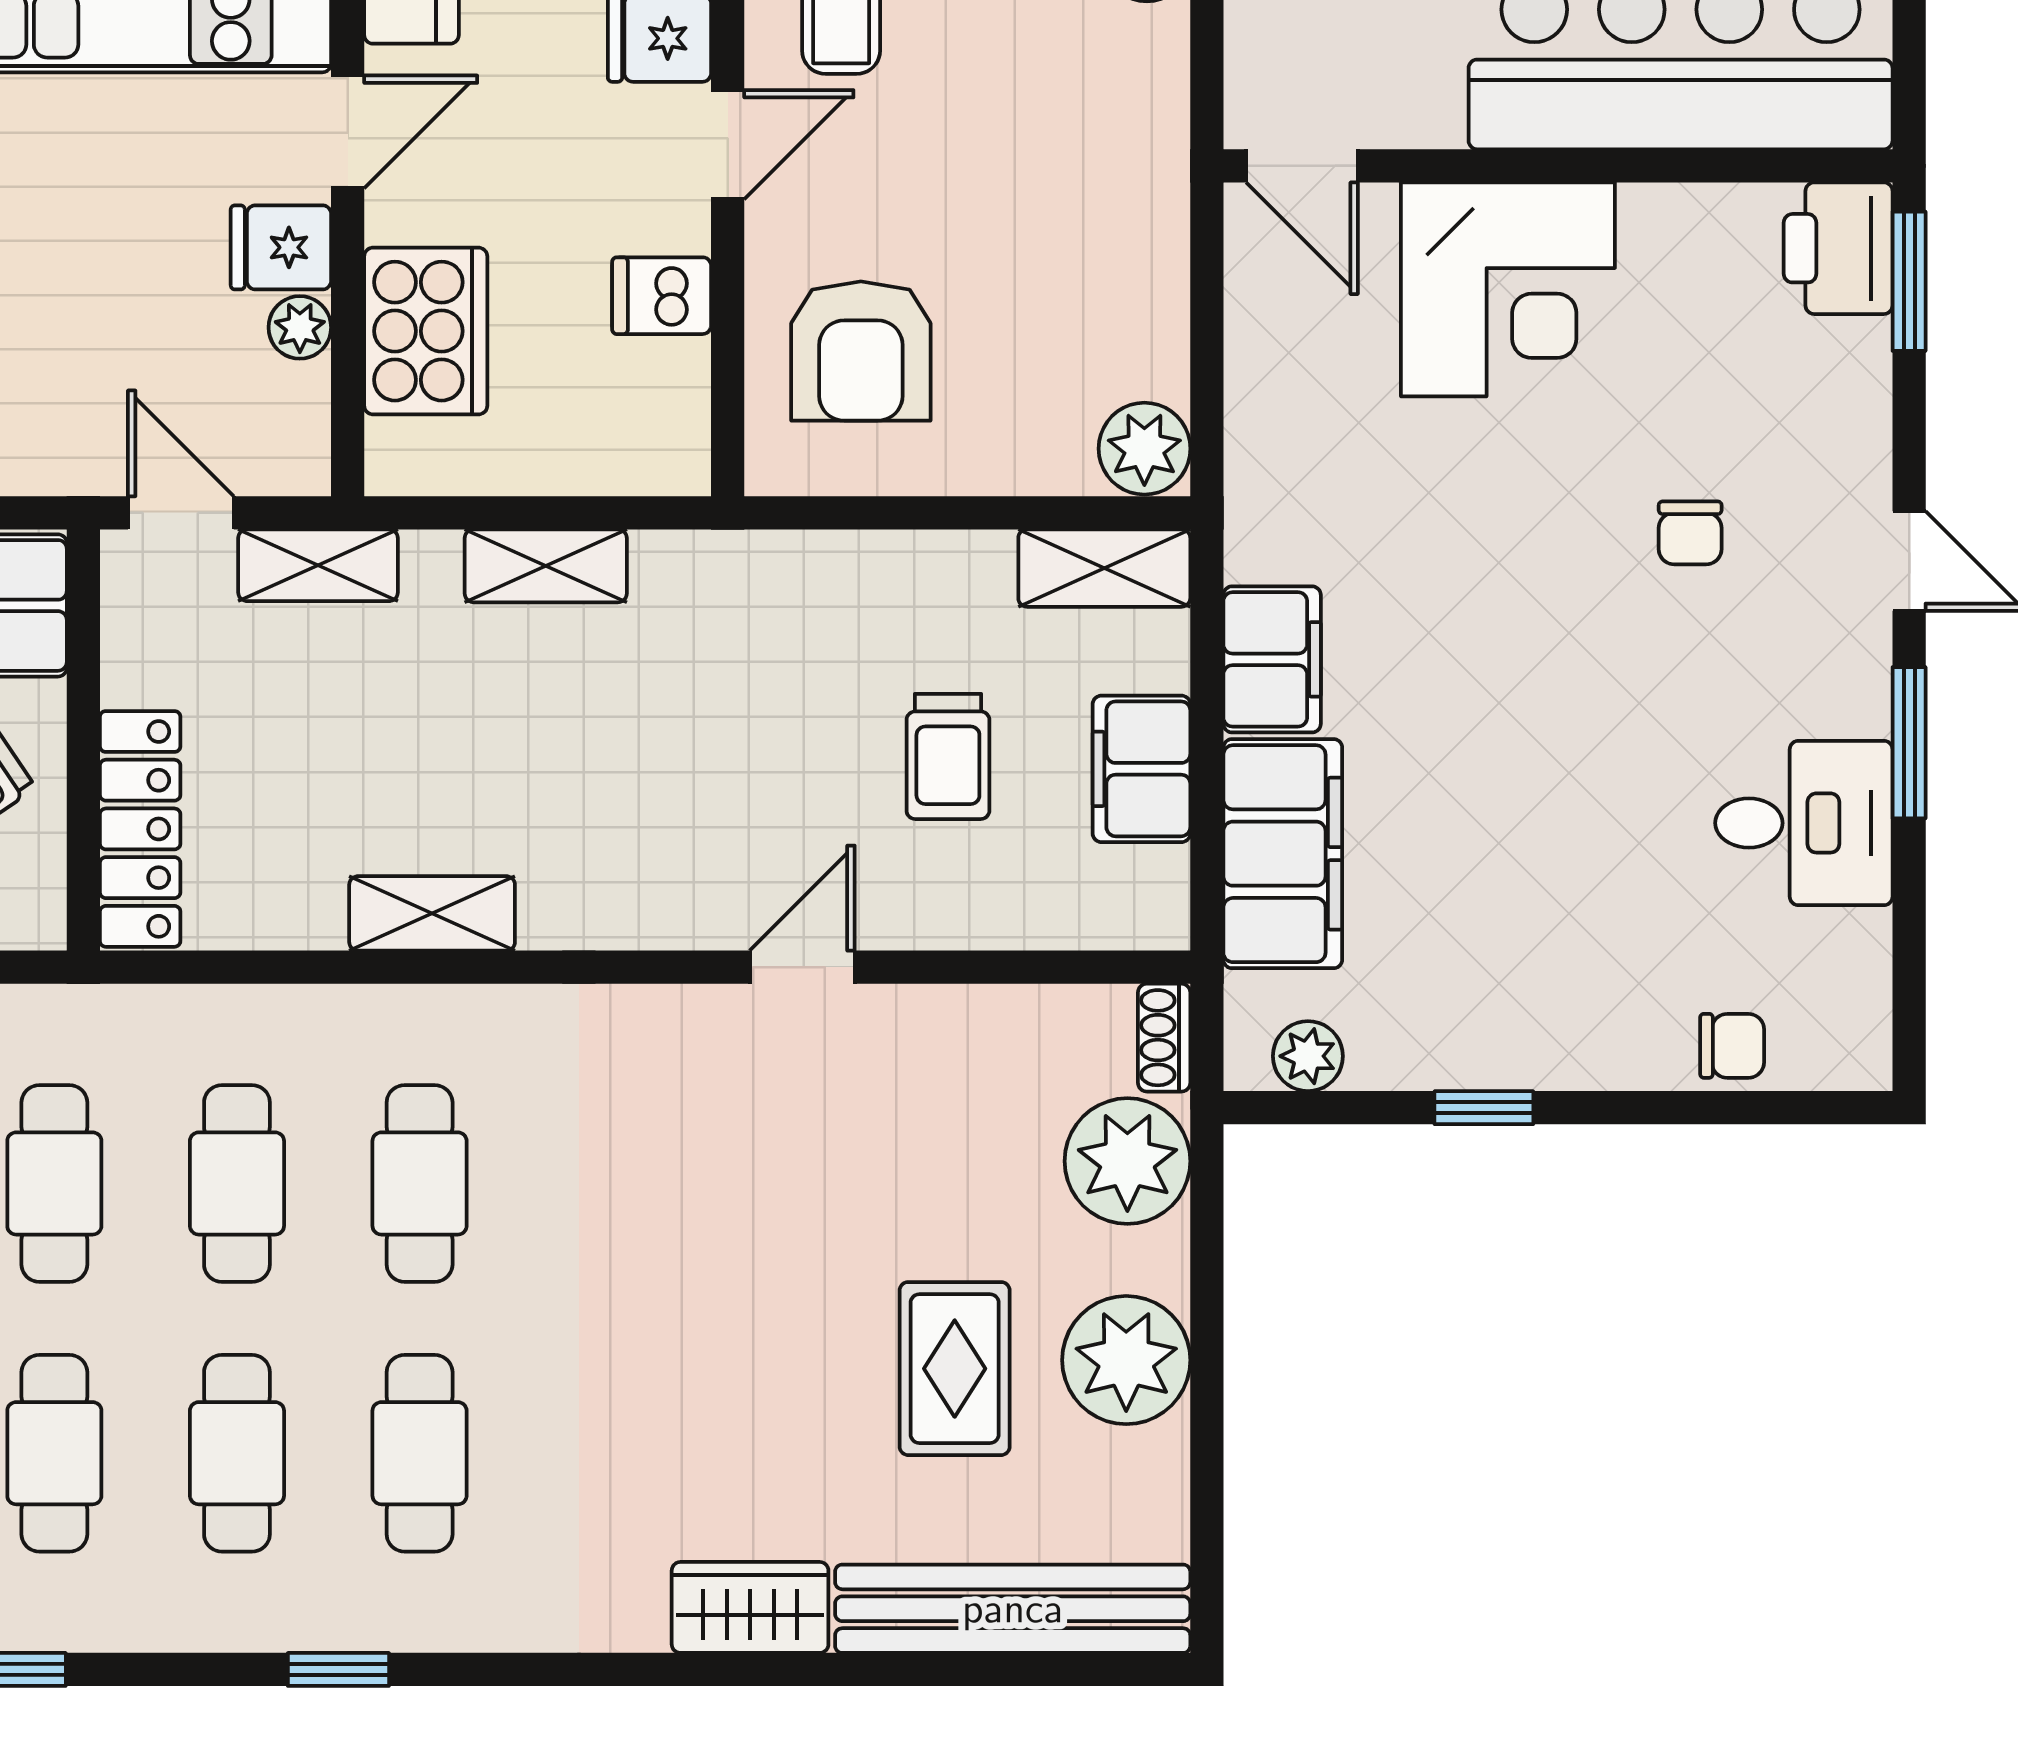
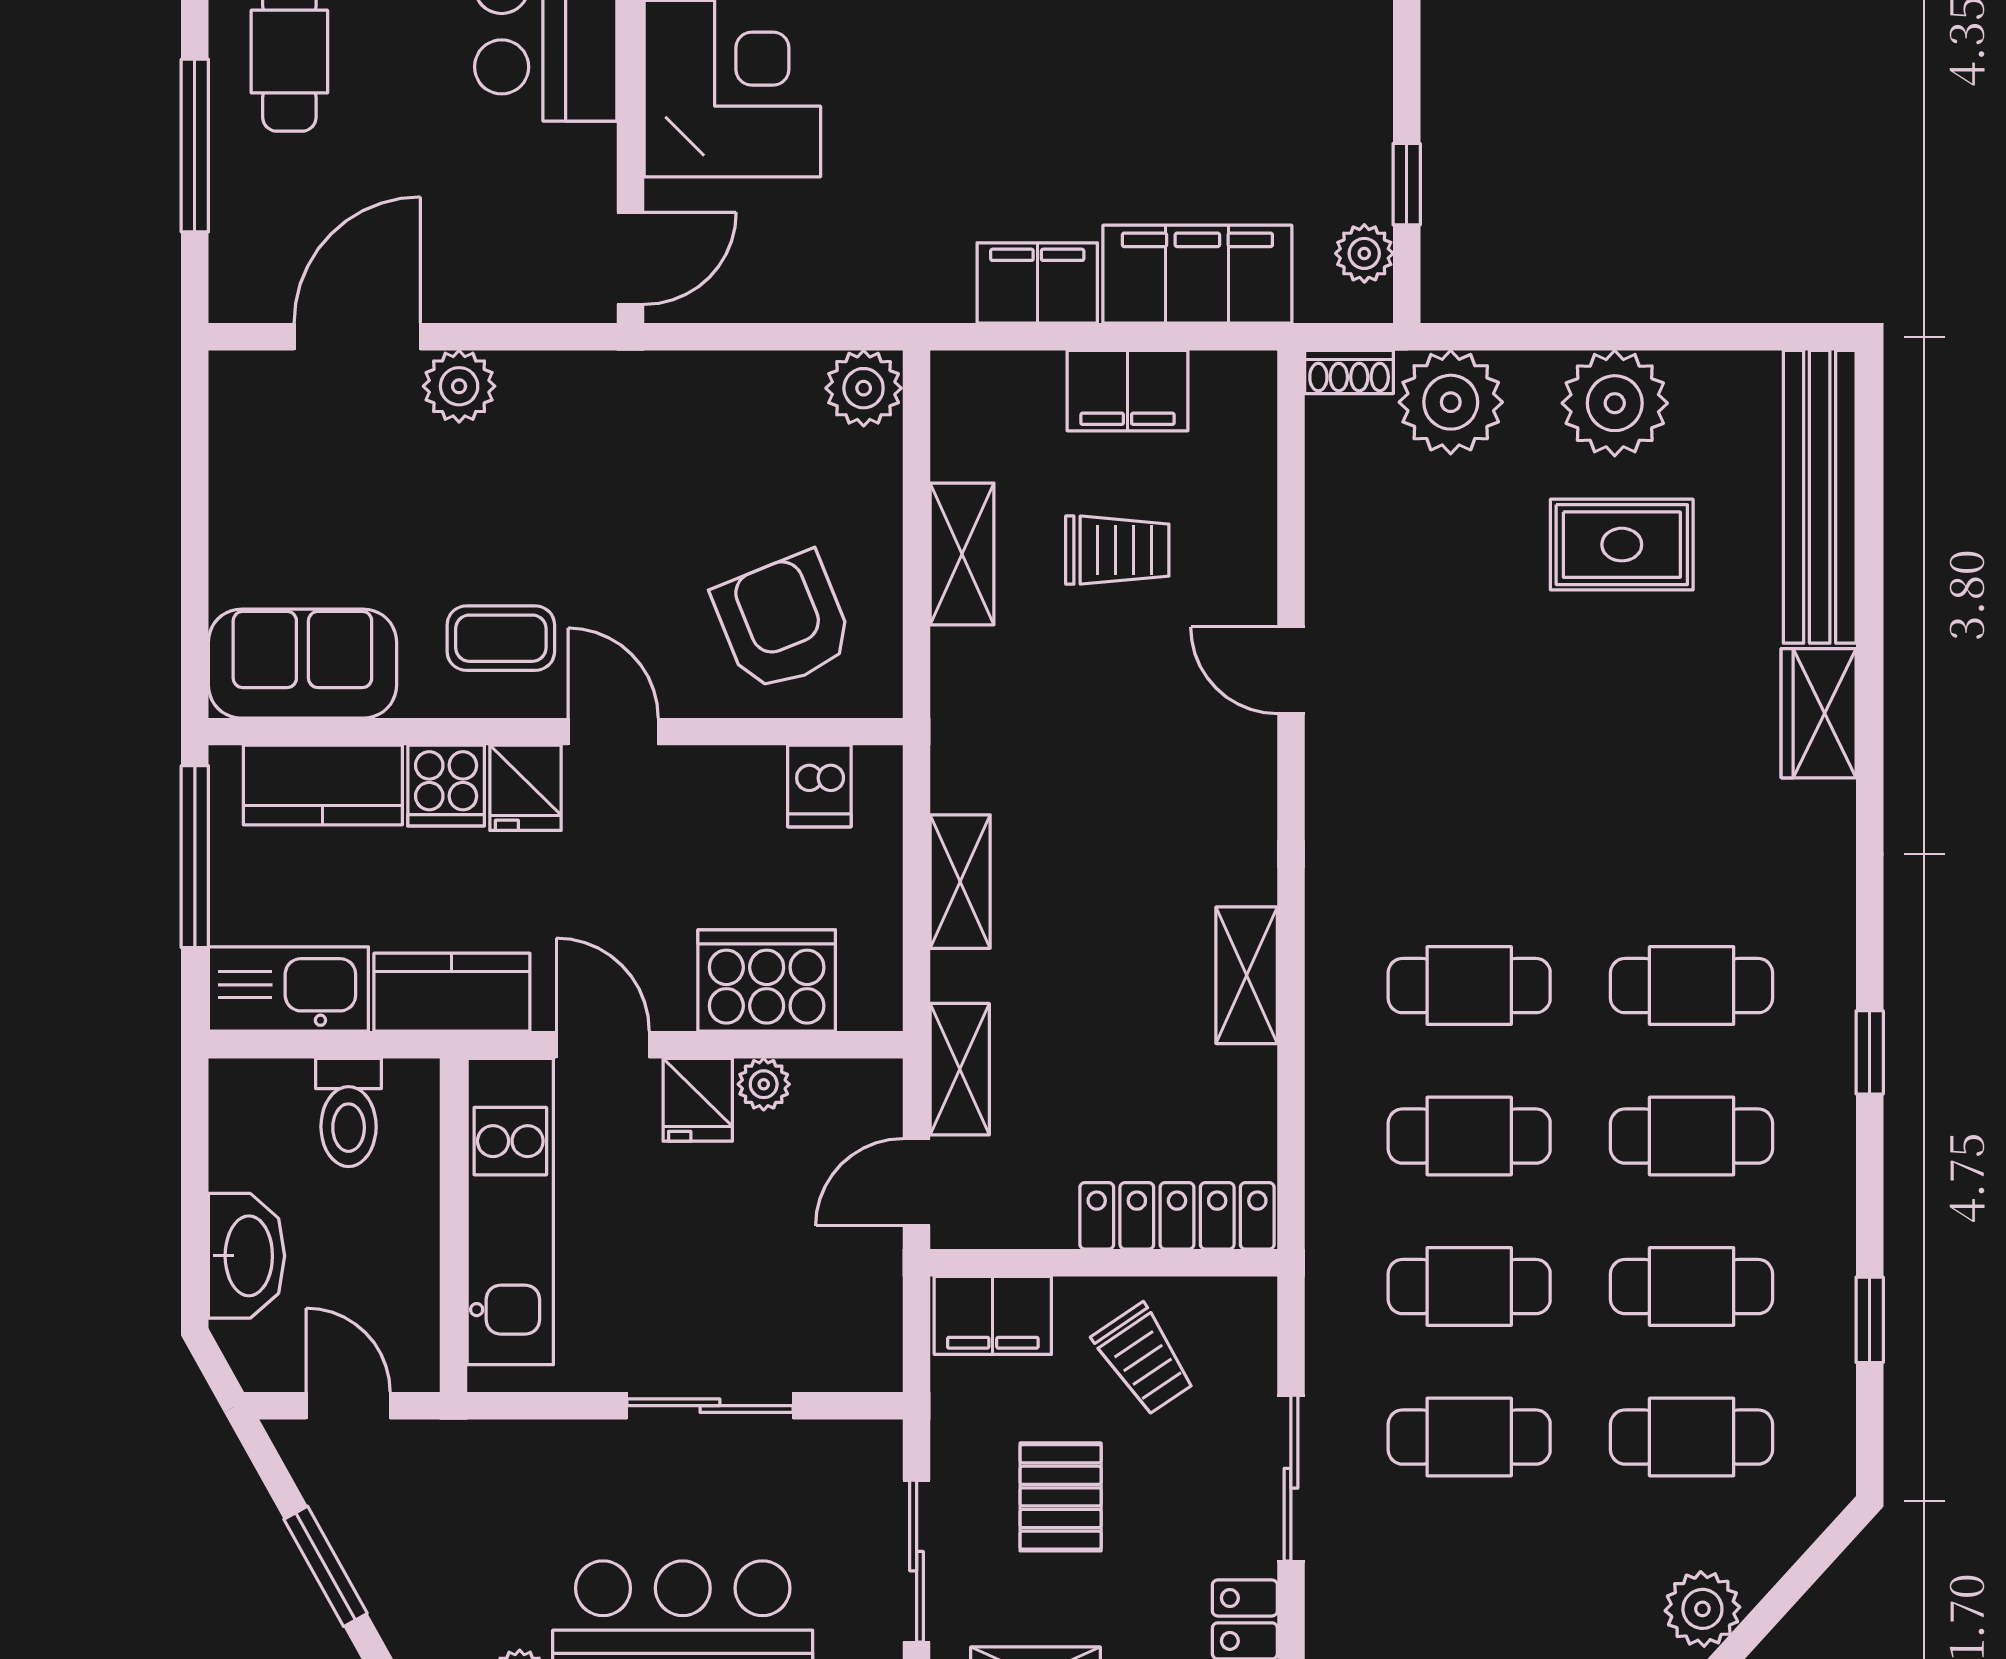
dishwasher: (662, 296) -> (819, 786), moved
armchair: (861, 351) -> (783, 622), turned -112
shelving: (1104, 568) -> (962, 554), moved
window: (1484, 1108) -> (1407, 184), moved

